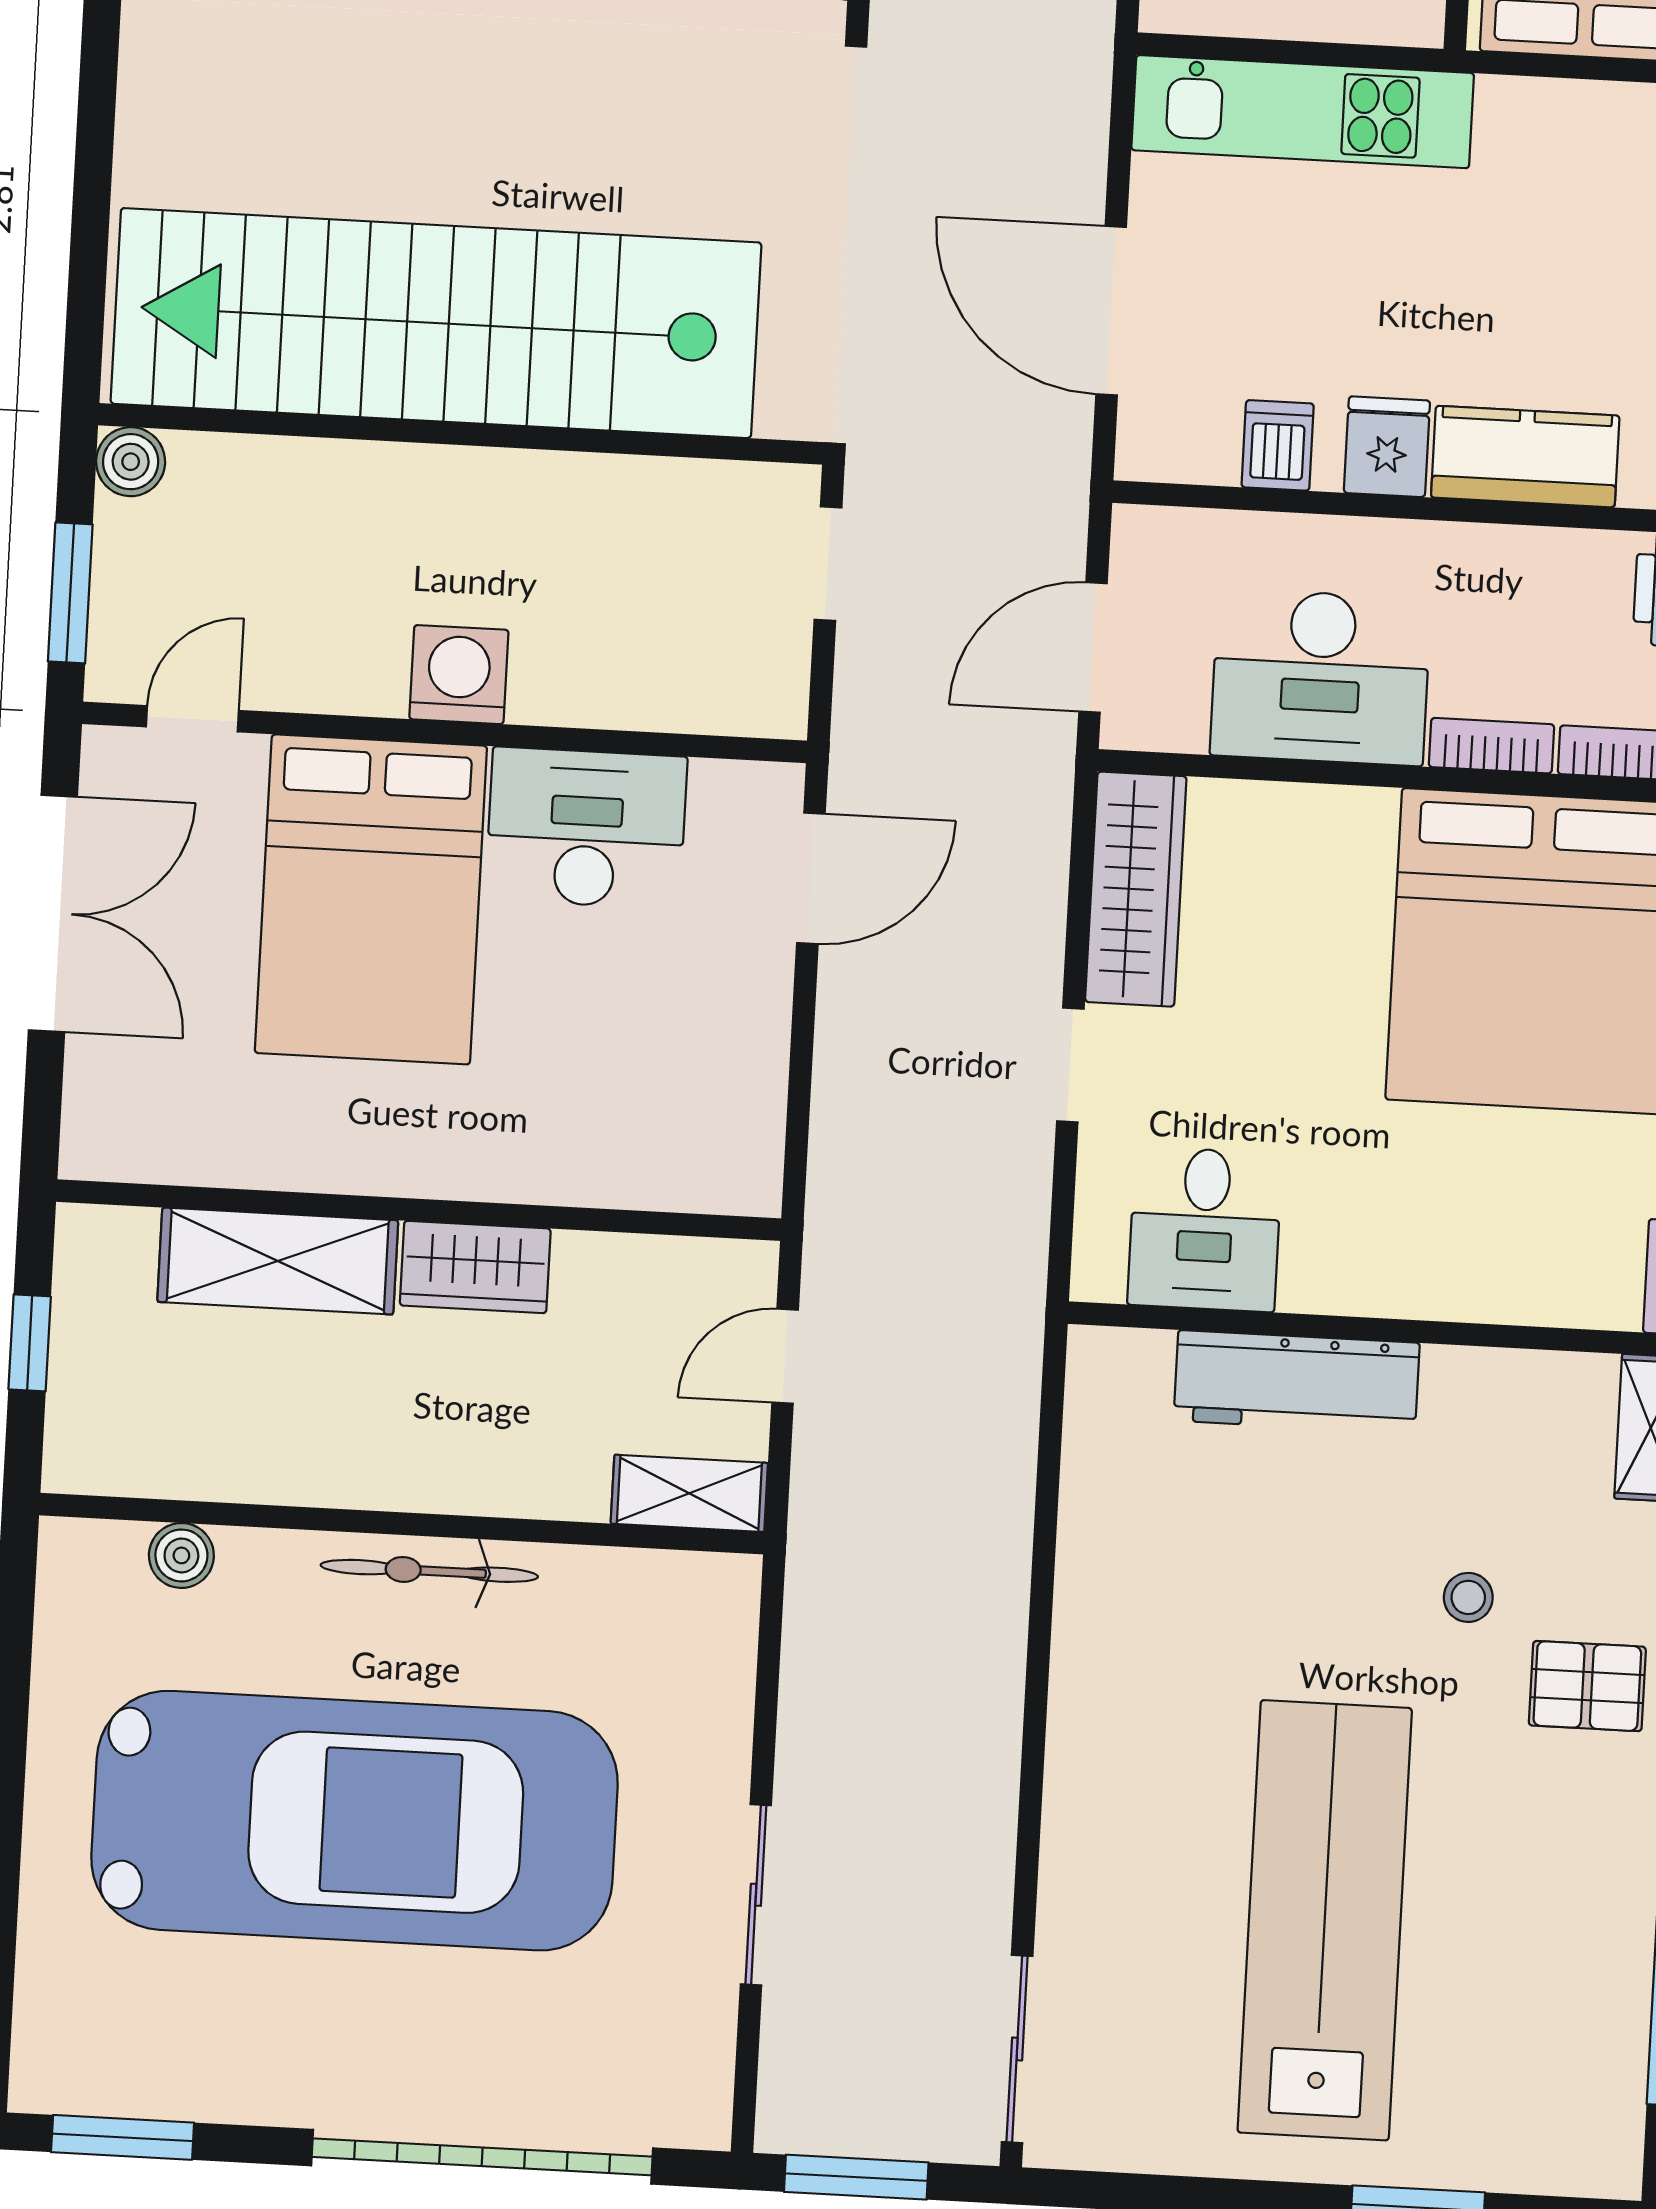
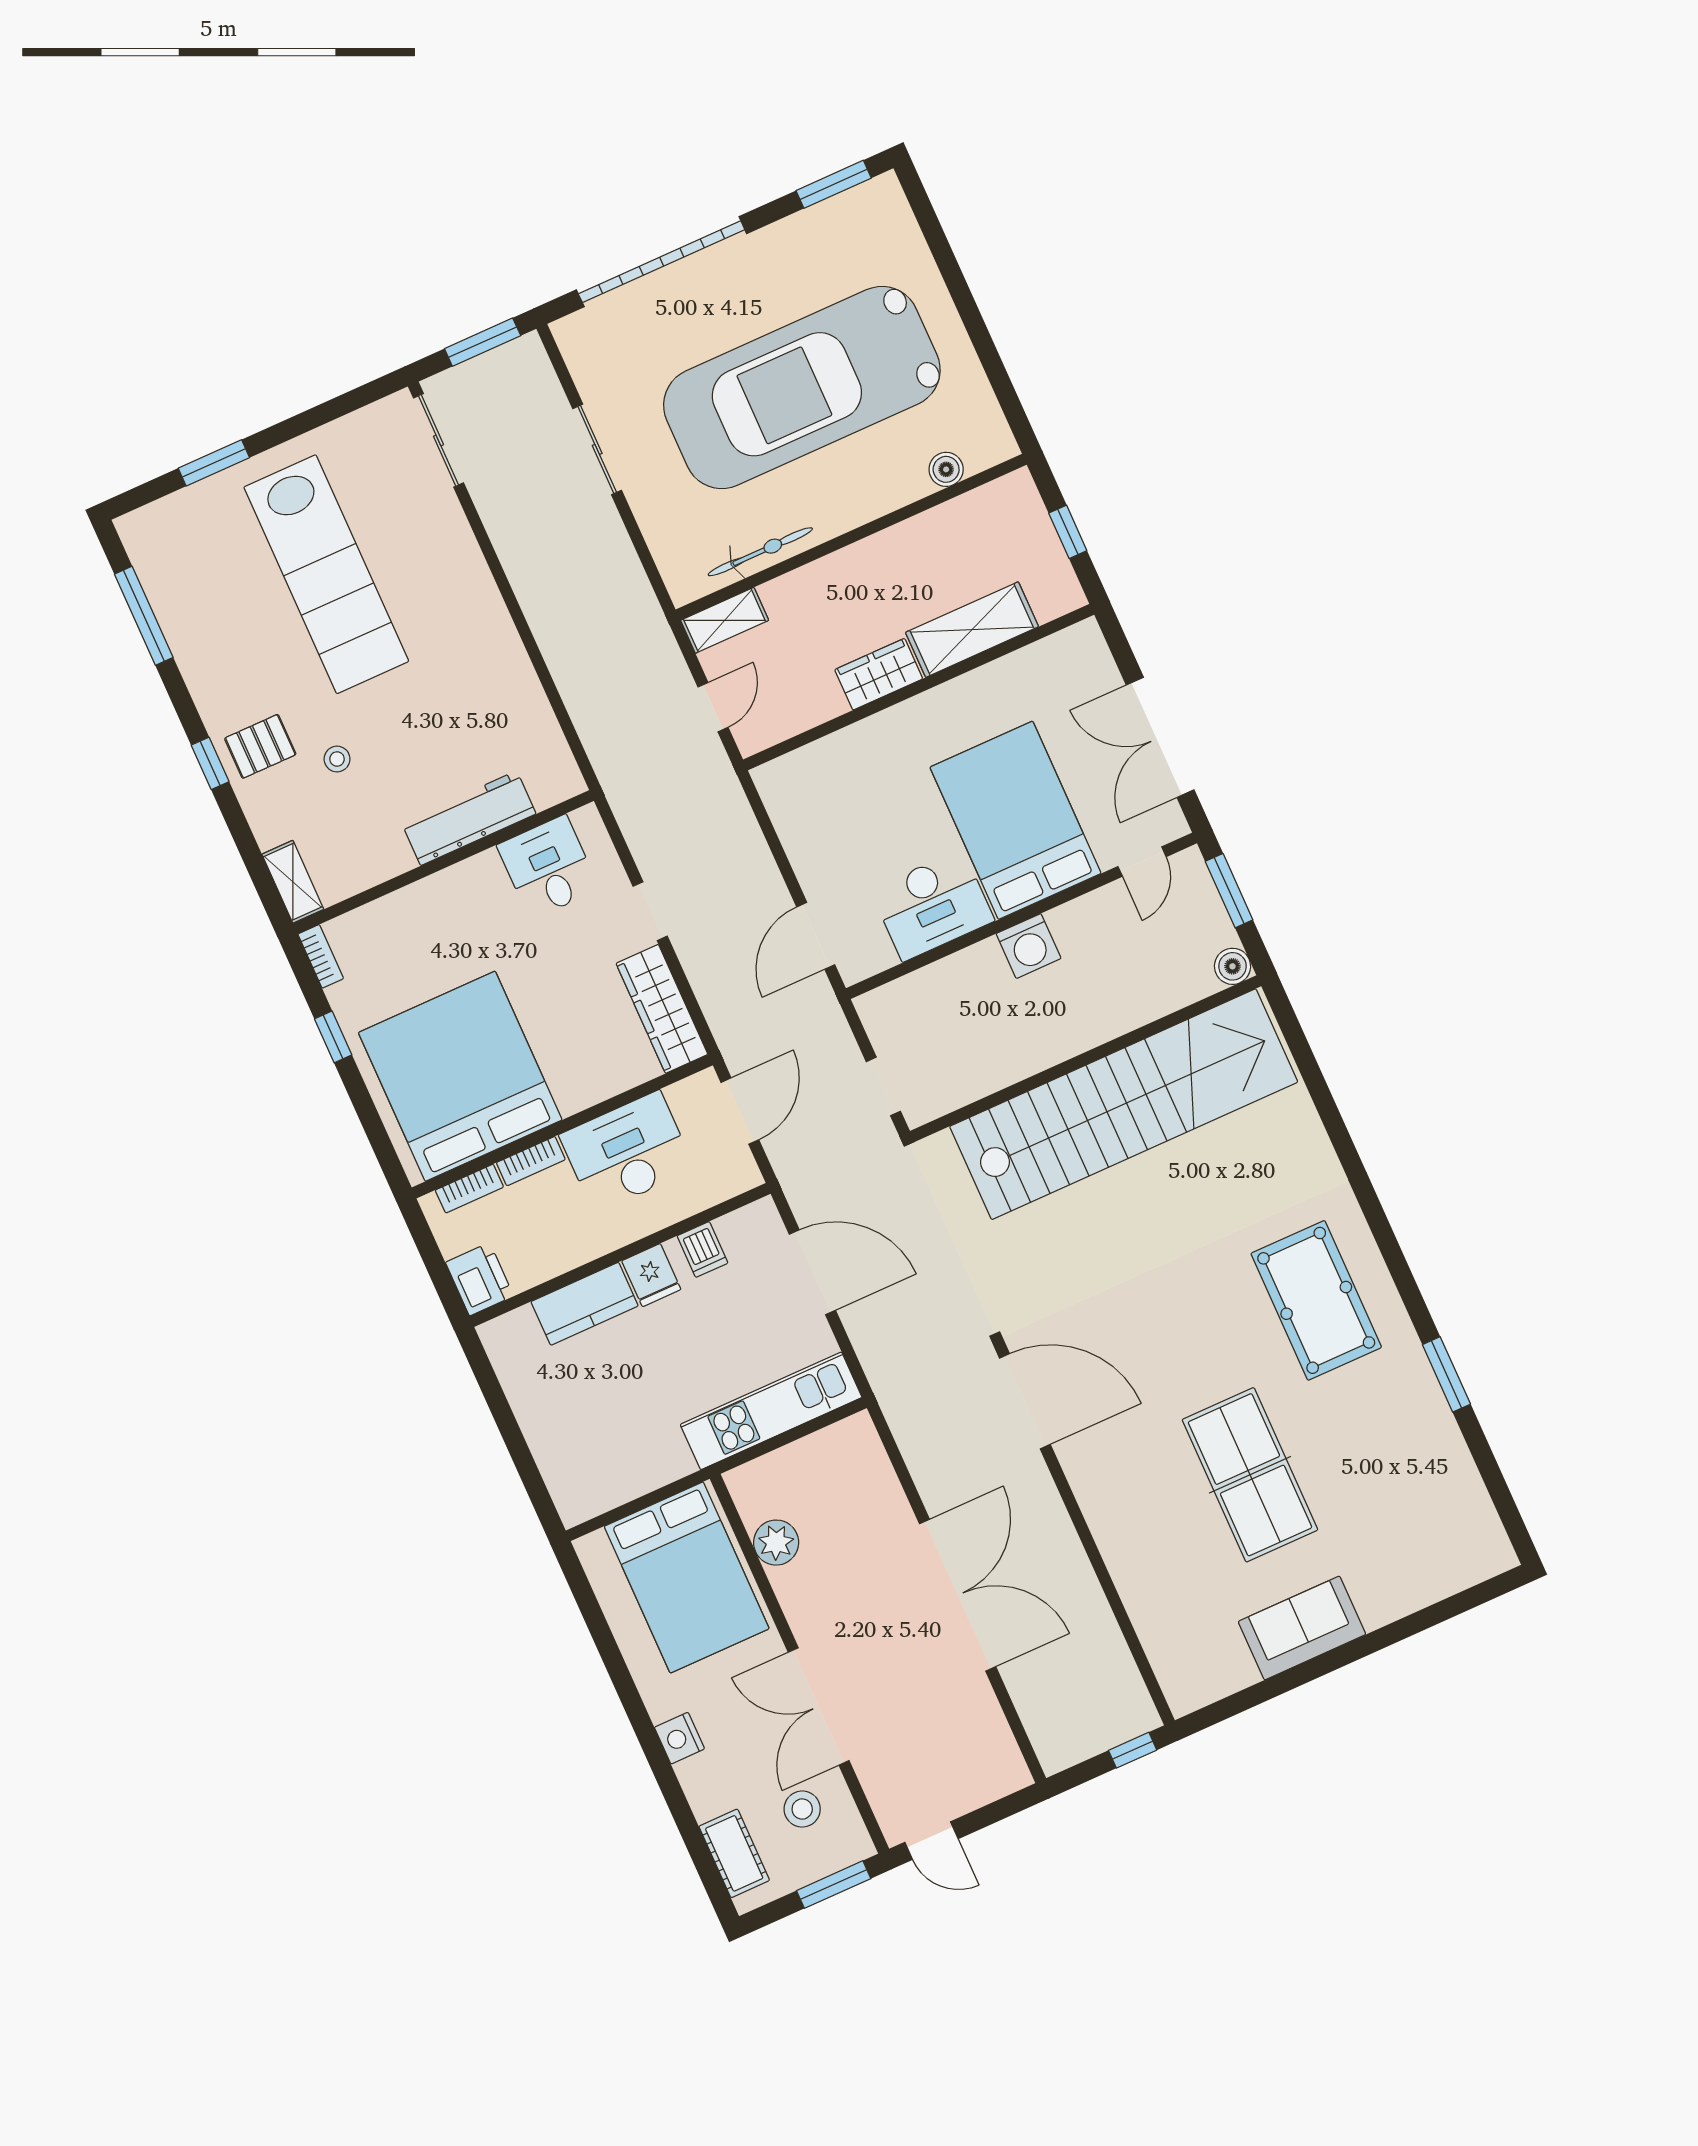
bicycle: (429, 1571) -> (760, 552), moved

